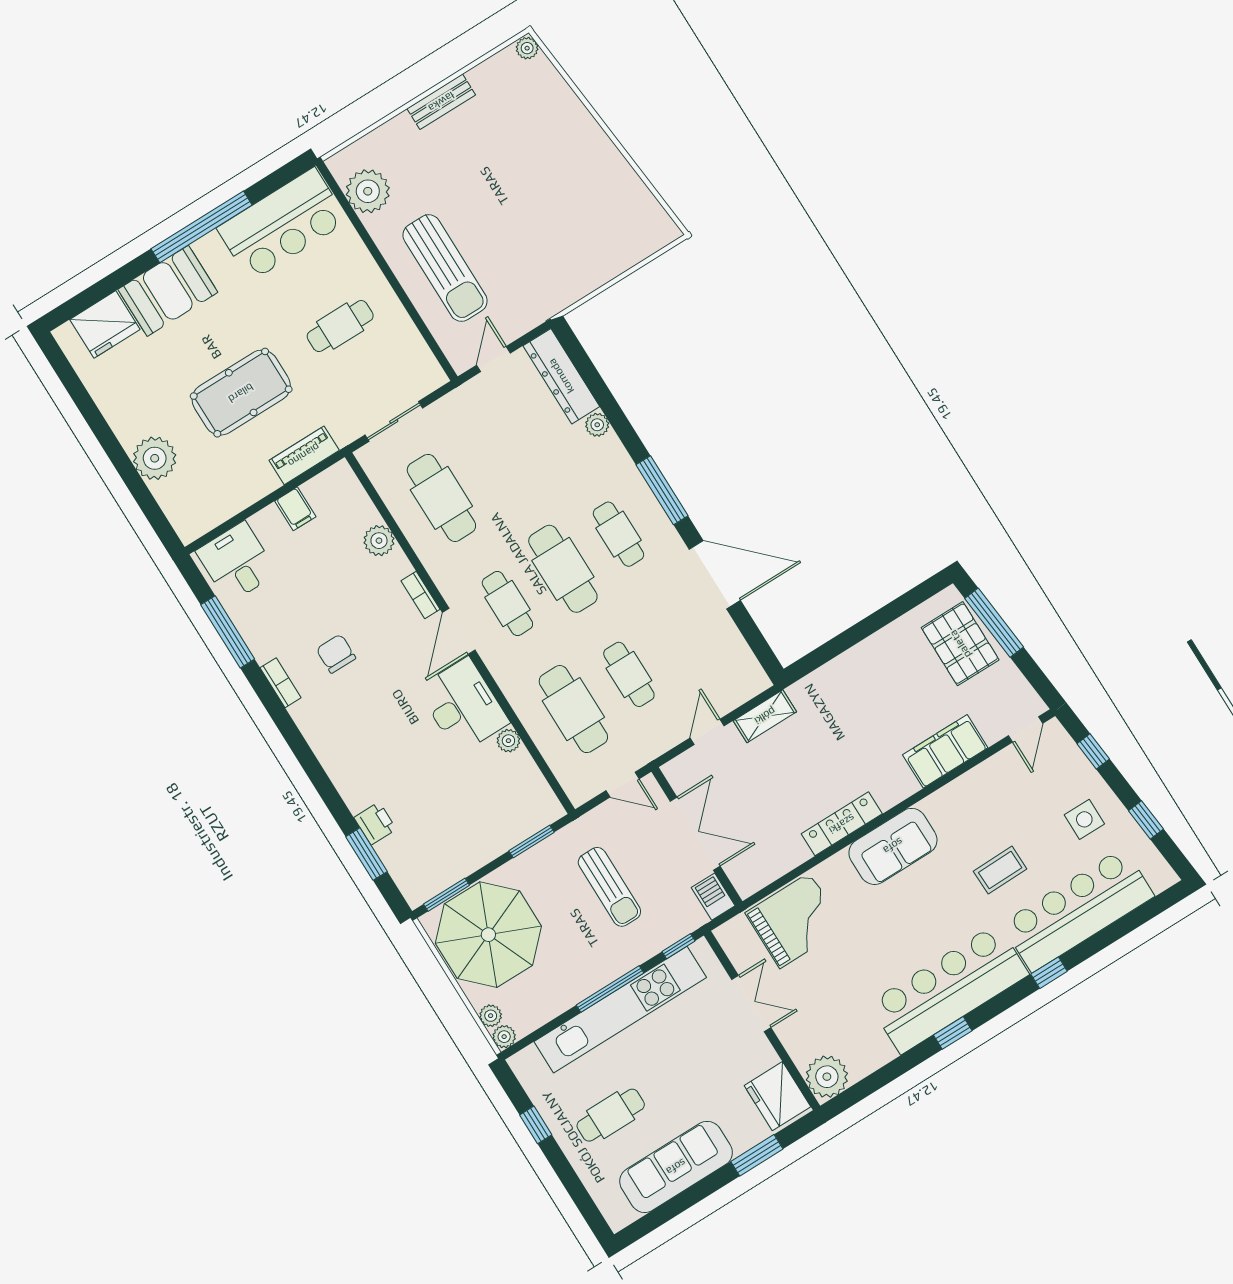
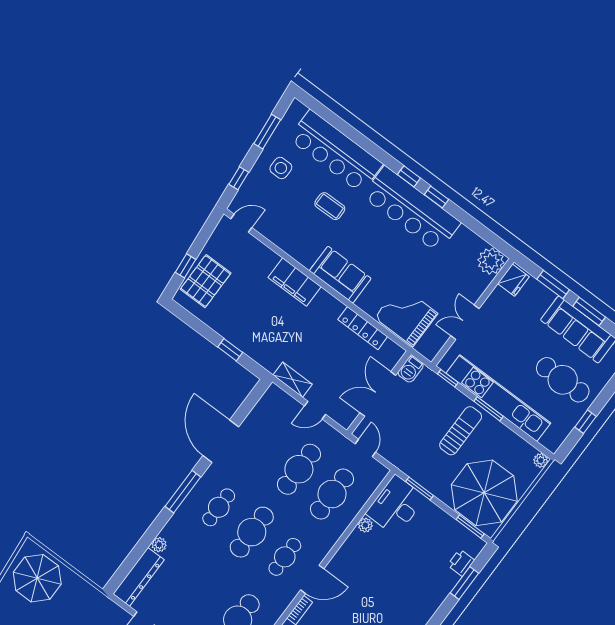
parasol: (617, 226) -> (37, 578), added
window: (994, 623) -> (185, 266), width x0.46
window: (845, 641) -> (230, 350), added
cafe table: (629, 674) -> (299, 469), width x1.37, depth x1.35
desk: (463, 706) -> (396, 505), moved
filing cabinet: (945, 751) -> (295, 282), moved
window: (1146, 820) -> (267, 132), width x1.50
printer: (375, 823) -> (461, 563), moved
locker: (842, 824) -> (363, 328), moved
sun lounger: (609, 887) -> (461, 431), moved
window: (1049, 973) -> (409, 176), moved
window: (610, 989) -> (489, 409), width x0.69
plant: (491, 1016) -> (531, 473), removed
fridge: (777, 1096) -> (513, 280), width x0.73, depth x0.75
cafe table: (611, 1115) -> (563, 380), width x1.37, depth x1.35
window: (696, 1193) -> (589, 312), added

